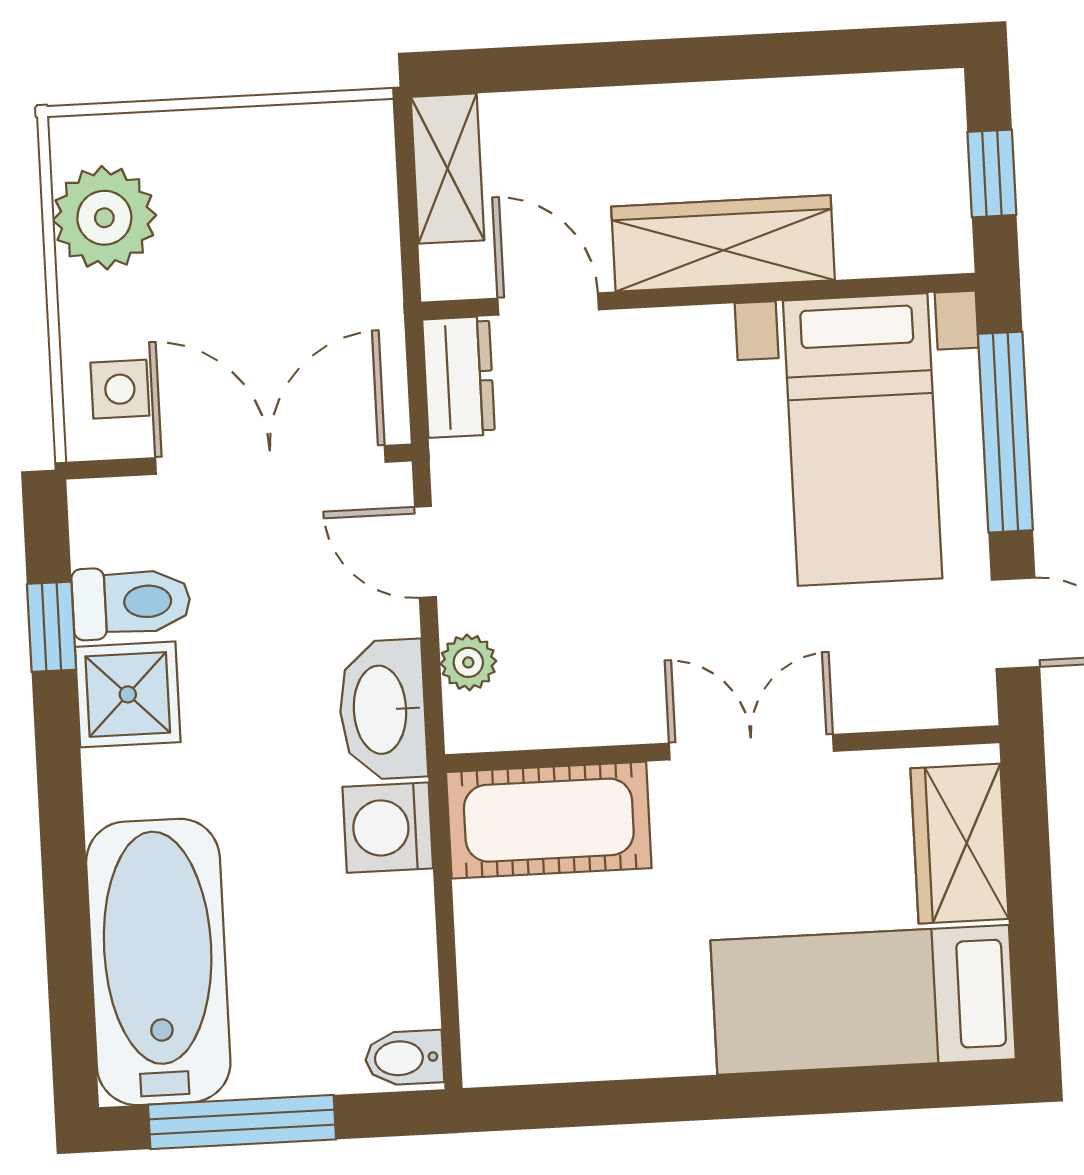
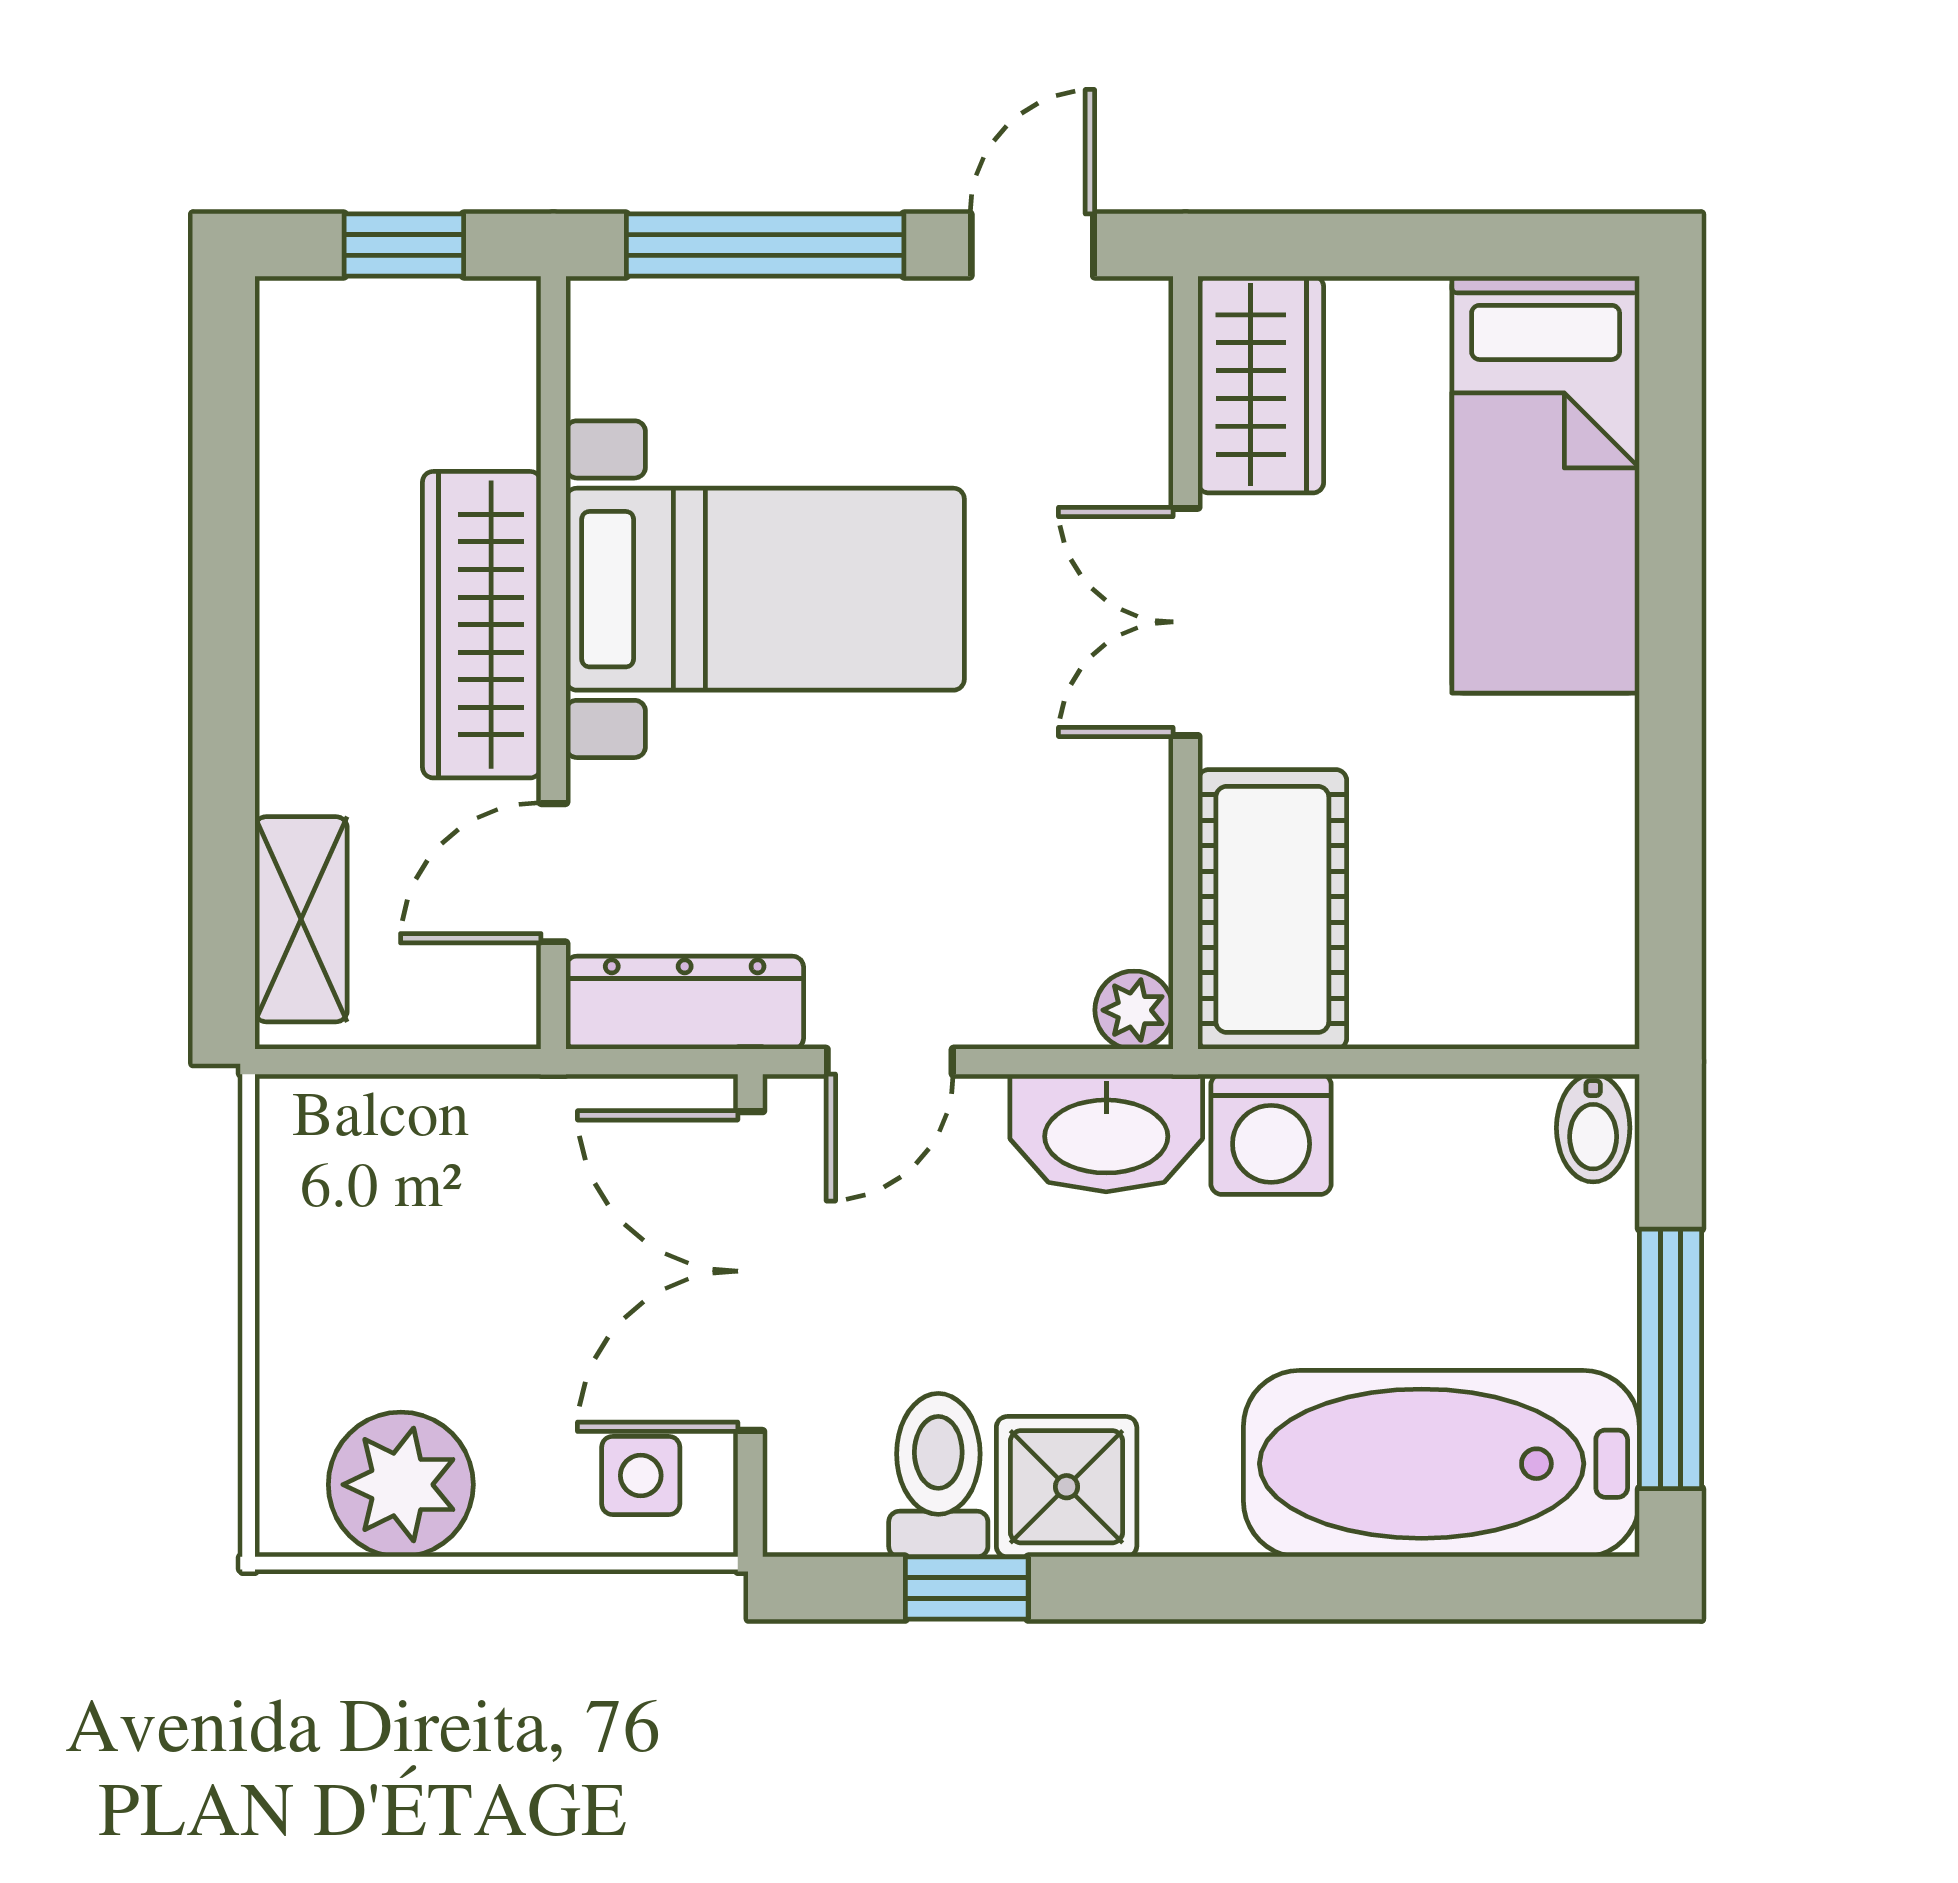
shelving: (447, 169) -> (301, 919), moved, turned 90
dresser: (459, 377) -> (685, 1003), width x1.44
bed with nightstands: (863, 439) -> (765, 589), moved
plant: (468, 662) -> (1134, 1010), moved
wardrobe: (960, 844) -> (1261, 385), moved, turned -90

